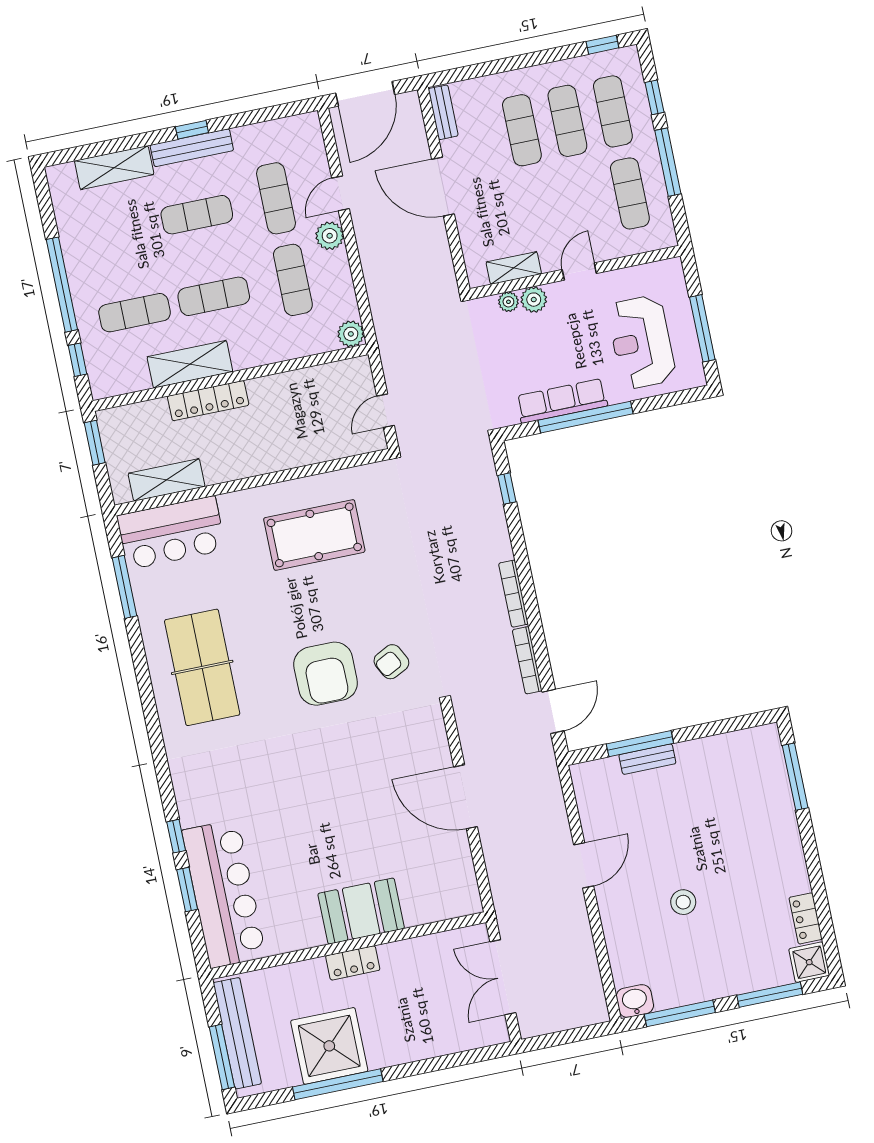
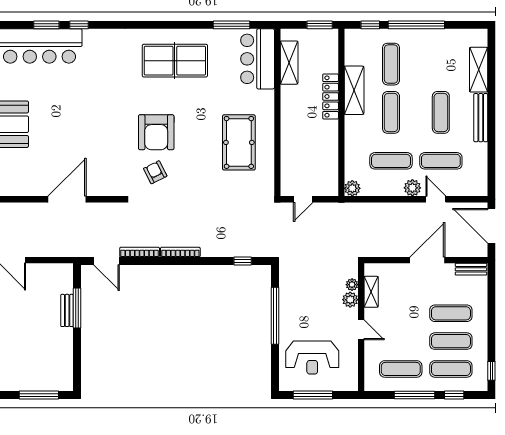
window: (192, 130) -> (491, 120), removed
reception desk: (641, 342) -> (312, 358), turned 180
row of seats: (562, 401) -> (287, 304), removed
door: (385, 411) -> (303, 199), swing flipped
armchair: (326, 674) -> (156, 132), turned -90

